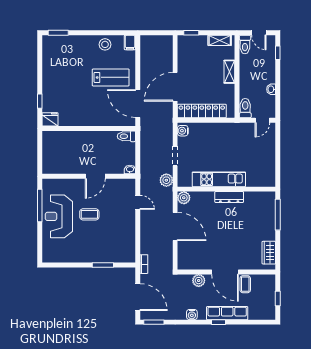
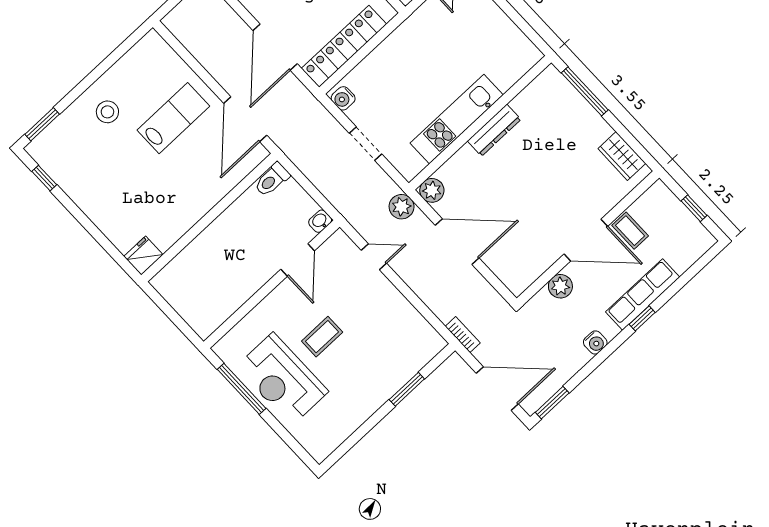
filing cabinet: (130, 42) -> (155, 44), removed
stool: (105, 44) -> (107, 112), moved
window: (40, 101) -> (44, 178), moved
door: (138, 104) -> (245, 119), hinge flipped
door: (95, 176) -> (298, 260), moved
plant: (166, 180) -> (402, 207), moved

